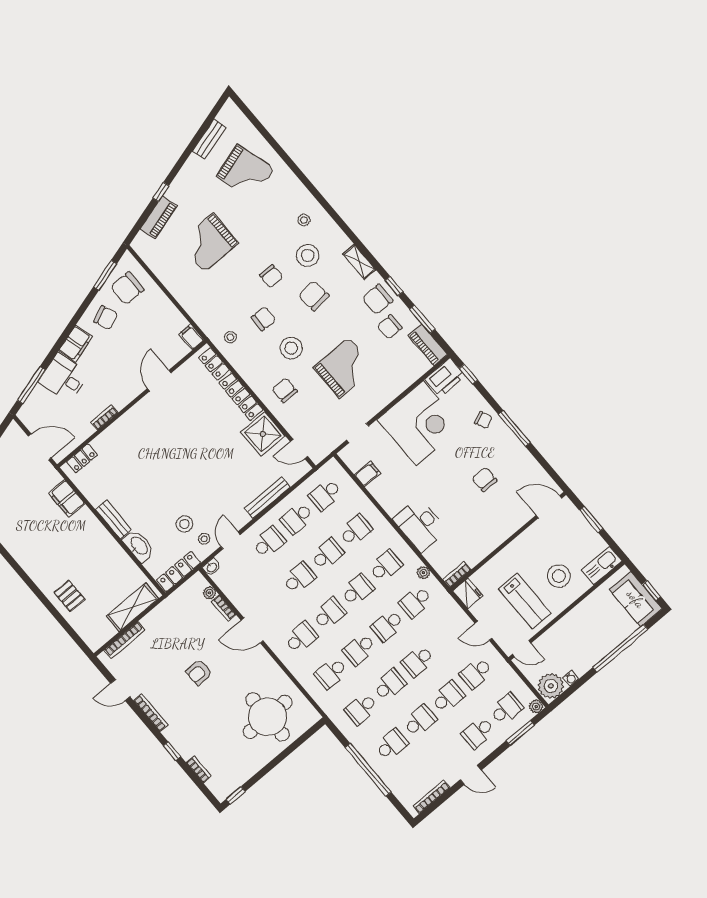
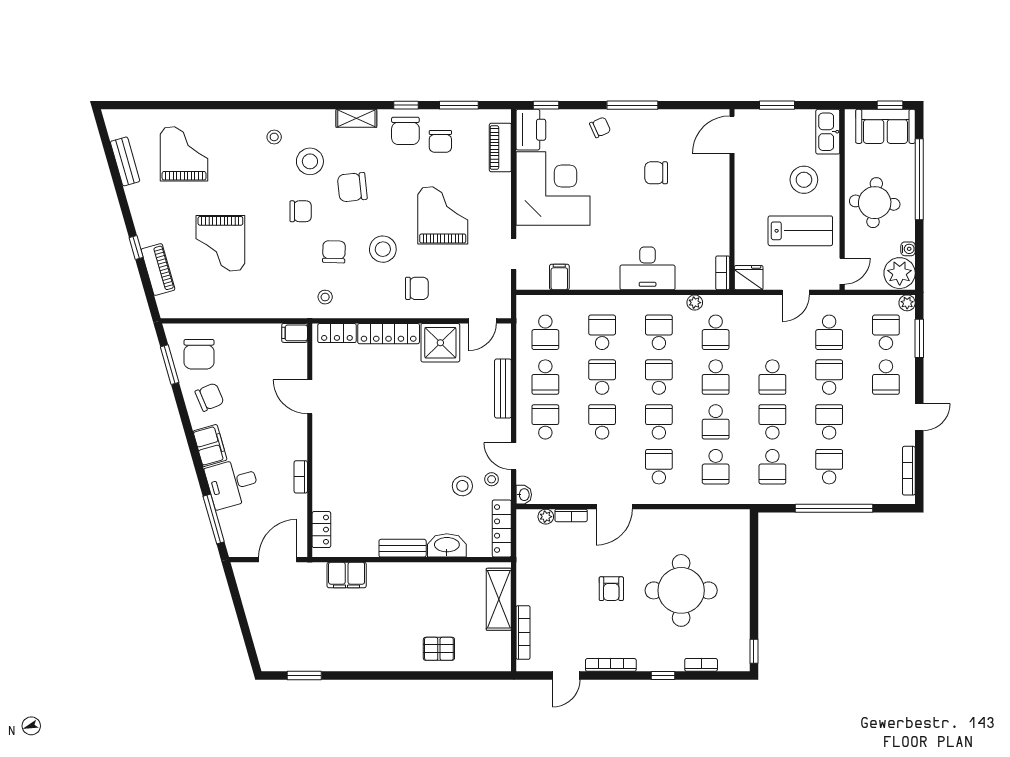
grand piano: (245, 172) -> (184, 154), turned -73
piano: (428, 345) -> (500, 147), moved, turned 90
chair: (285, 390) -> (417, 288), turned 180
round table: (582, 633) -> (875, 203), added
round table: (268, 717) -> (681, 590), moved

